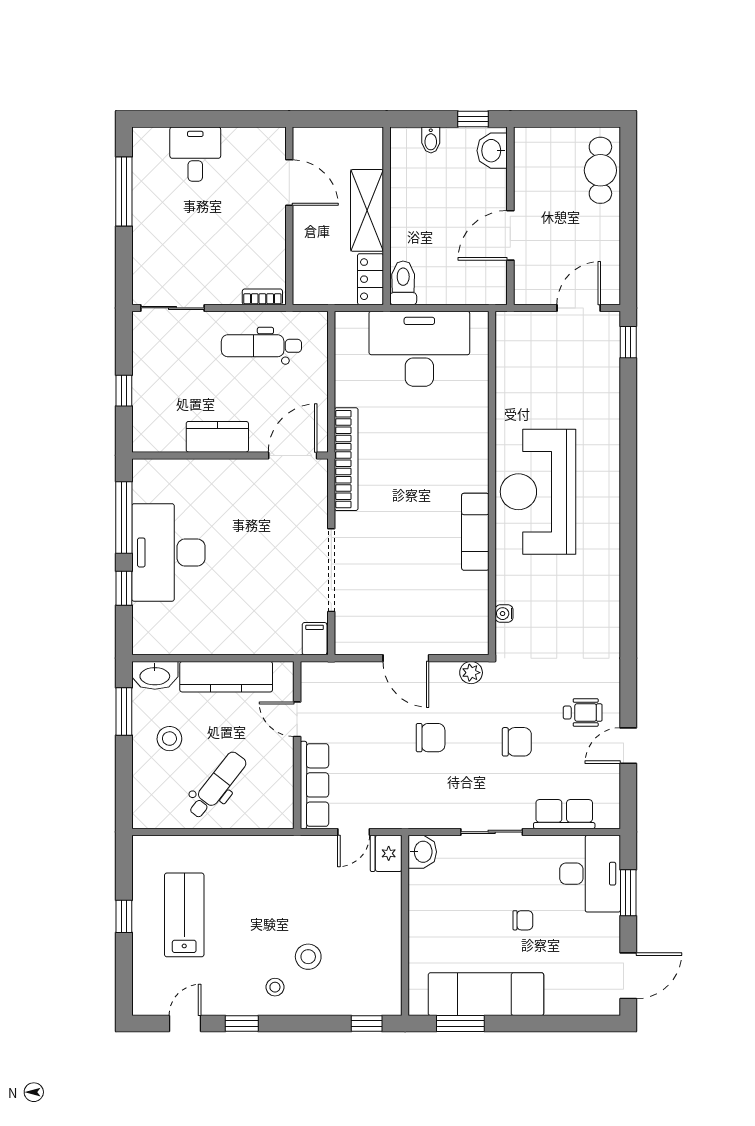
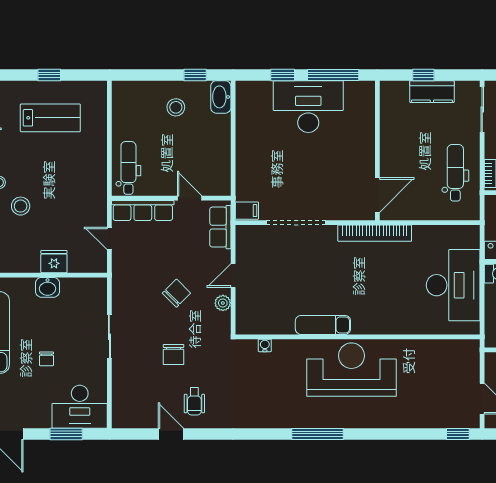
kitchen counter: (217, 437) -> (432, 92), moved, turned 90
door: (293, 455) -> (377, 195), hinge flipped
window: (628, 540) -> (317, 434), added
door: (406, 658) -> (233, 276), width x0.73
plant: (471, 673) -> (223, 303), moved
kitchen counter: (226, 677) -> (220, 148), removed
window: (124, 711) -> (195, 75), width x0.67
door: (297, 719) -> (190, 198), hinge flipped
chair: (431, 738) -> (176, 293), turned -135
dental chair: (217, 785) -> (128, 168), moved, turned -128
row of seats: (564, 814) -> (220, 227), moved, turned 180
washbasin: (422, 852) -> (48, 287), moved
fridge: (386, 853) -> (54, 262), moved

